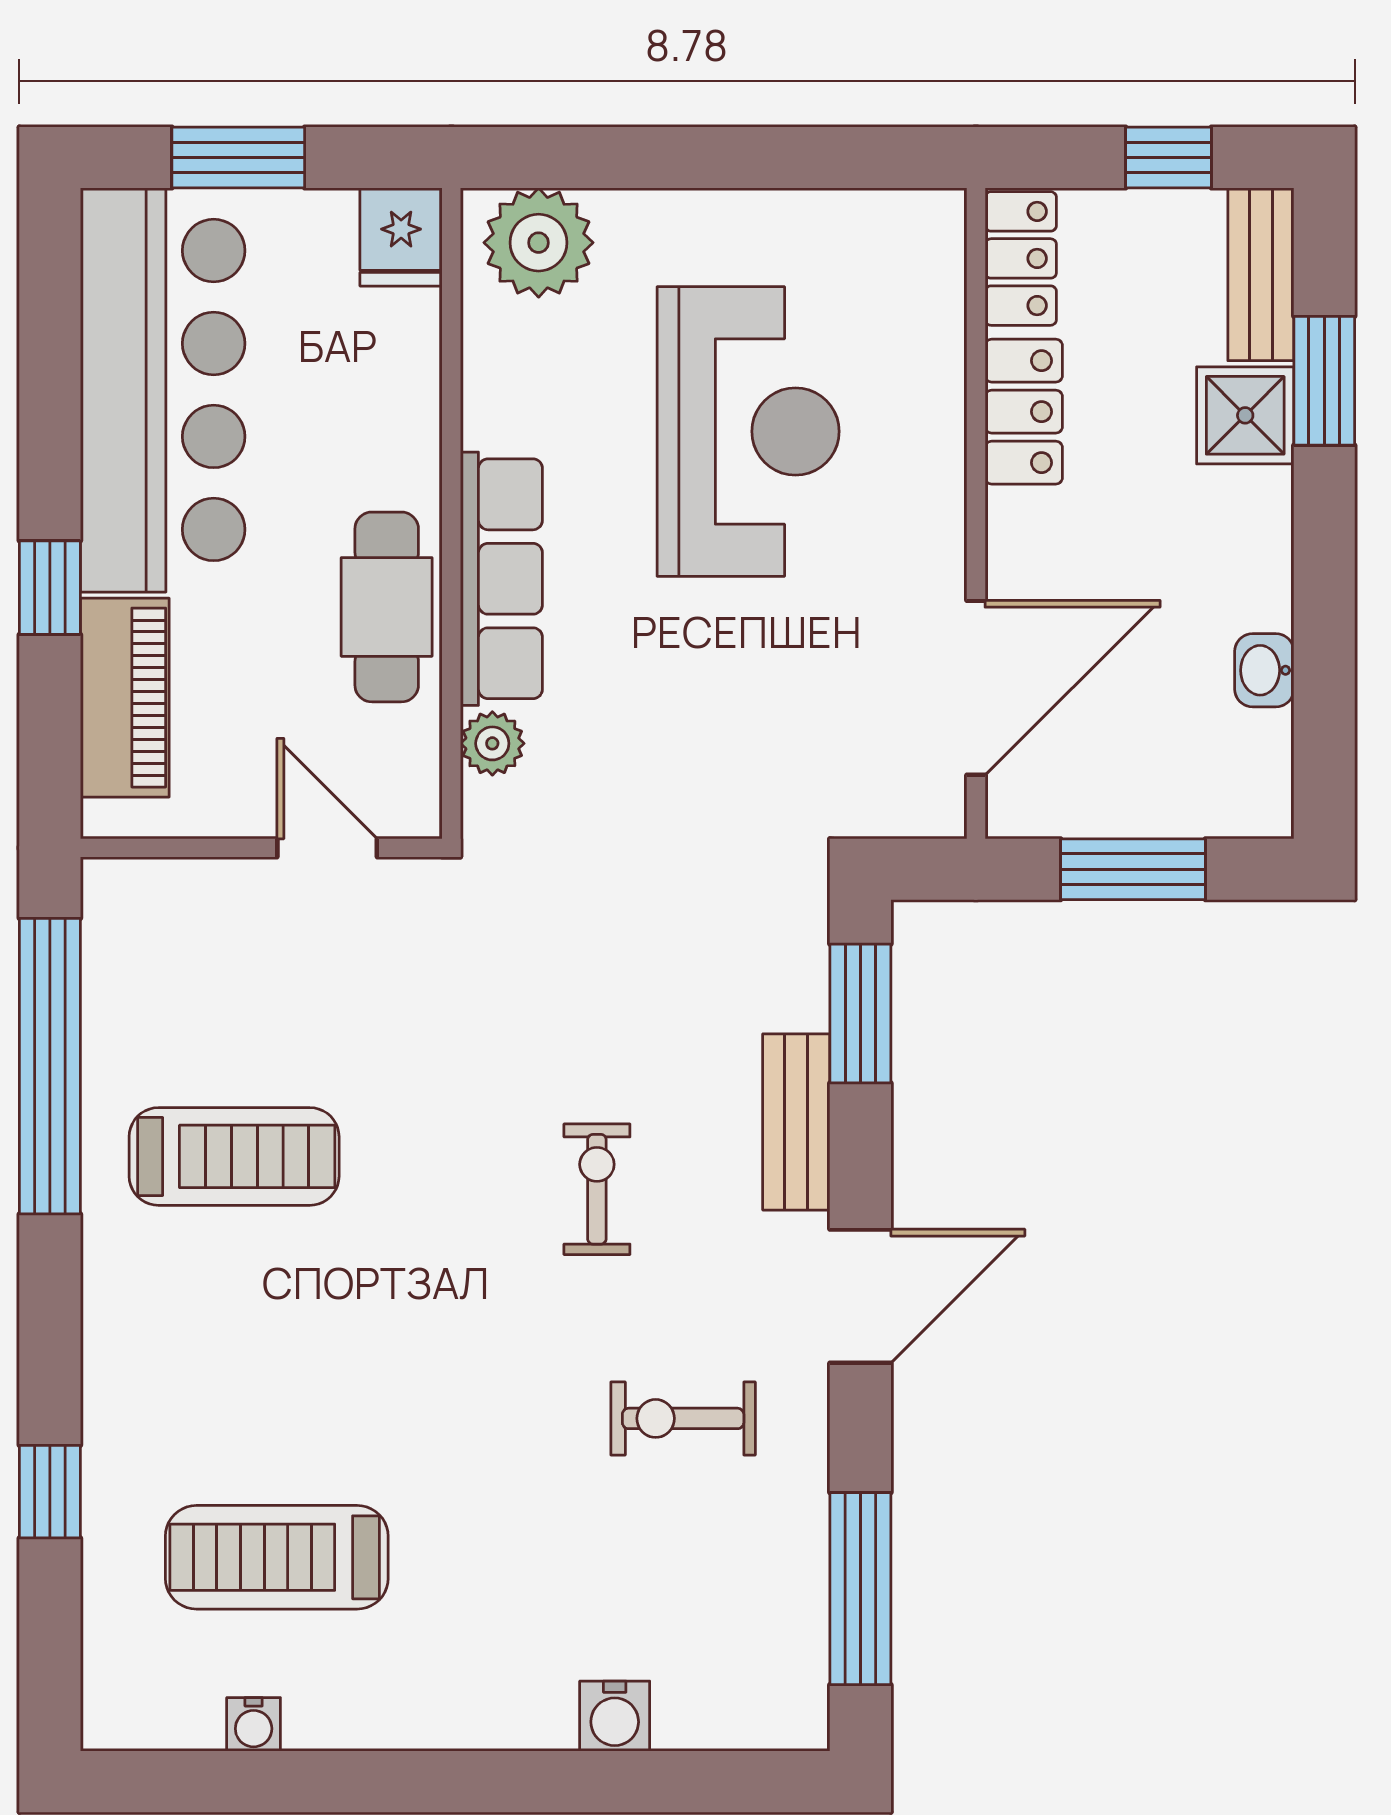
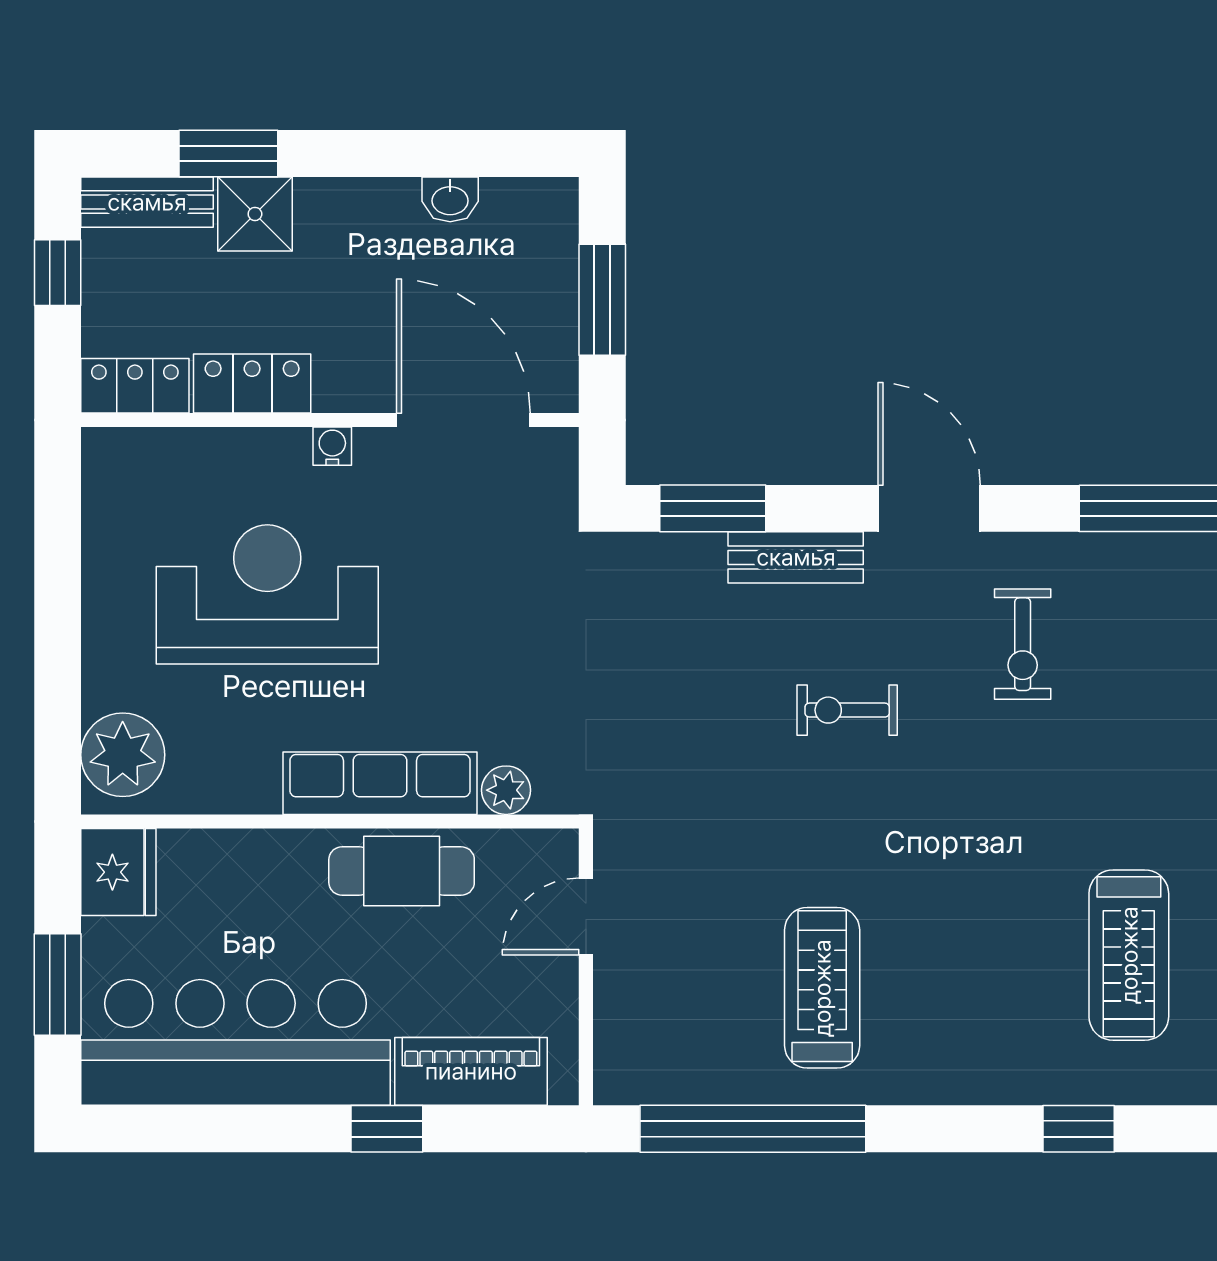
fridge: (401, 237) -> (118, 872), width x1.38
water cooler: (942, 516) -> (332, 446), added

